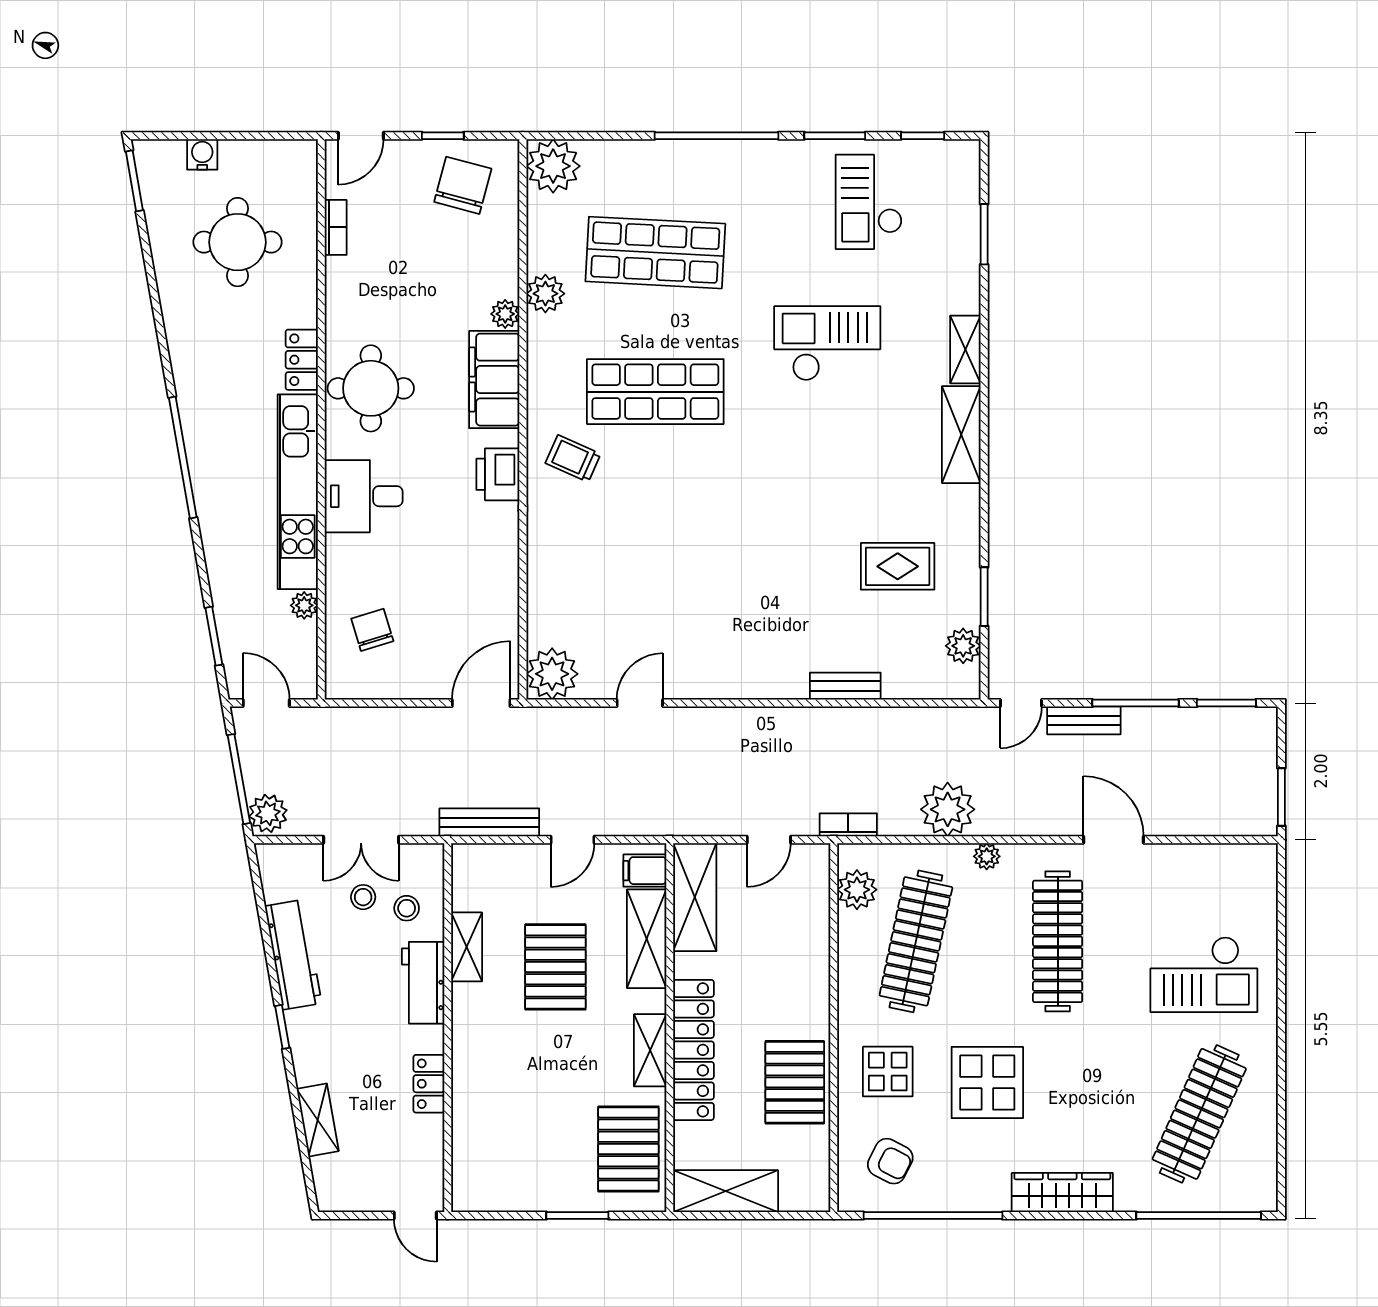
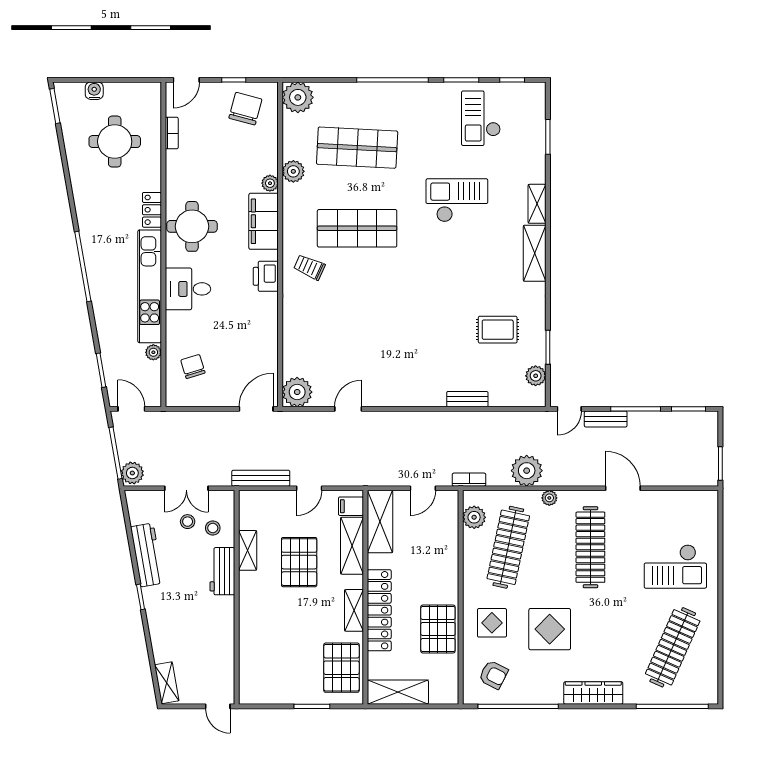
locker: (429, 1084) -> (226, 630), removed
shelving: (318, 1120) -> (167, 683), moved

